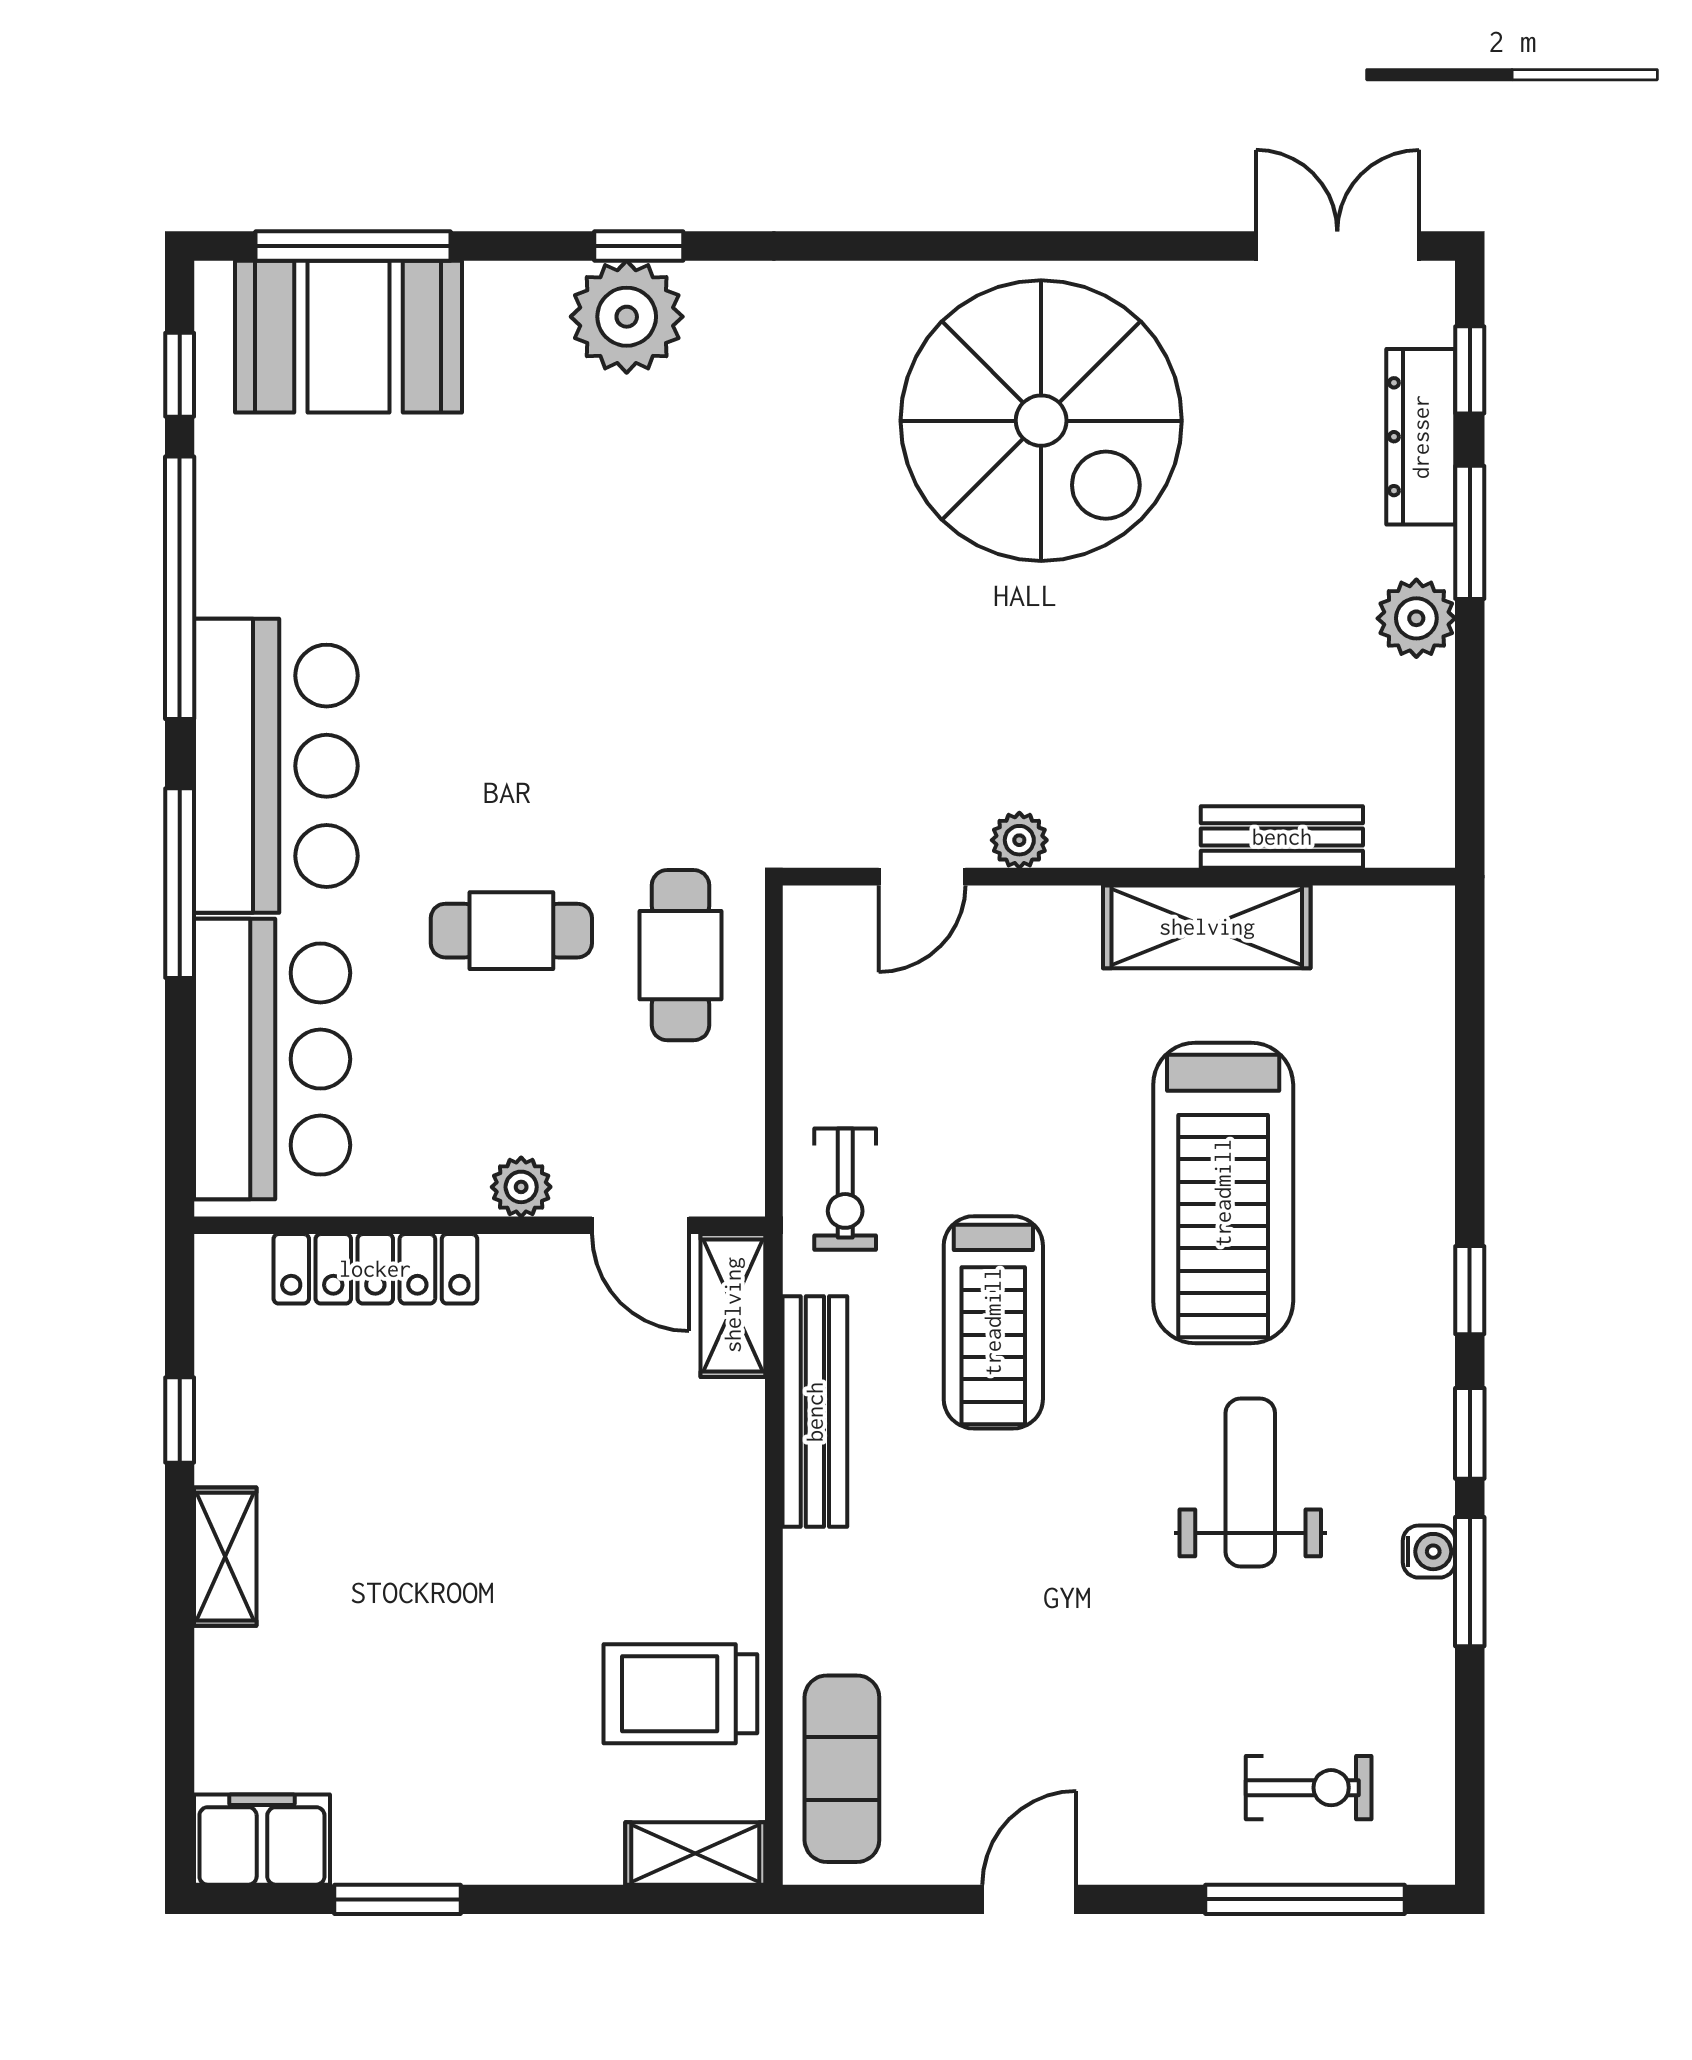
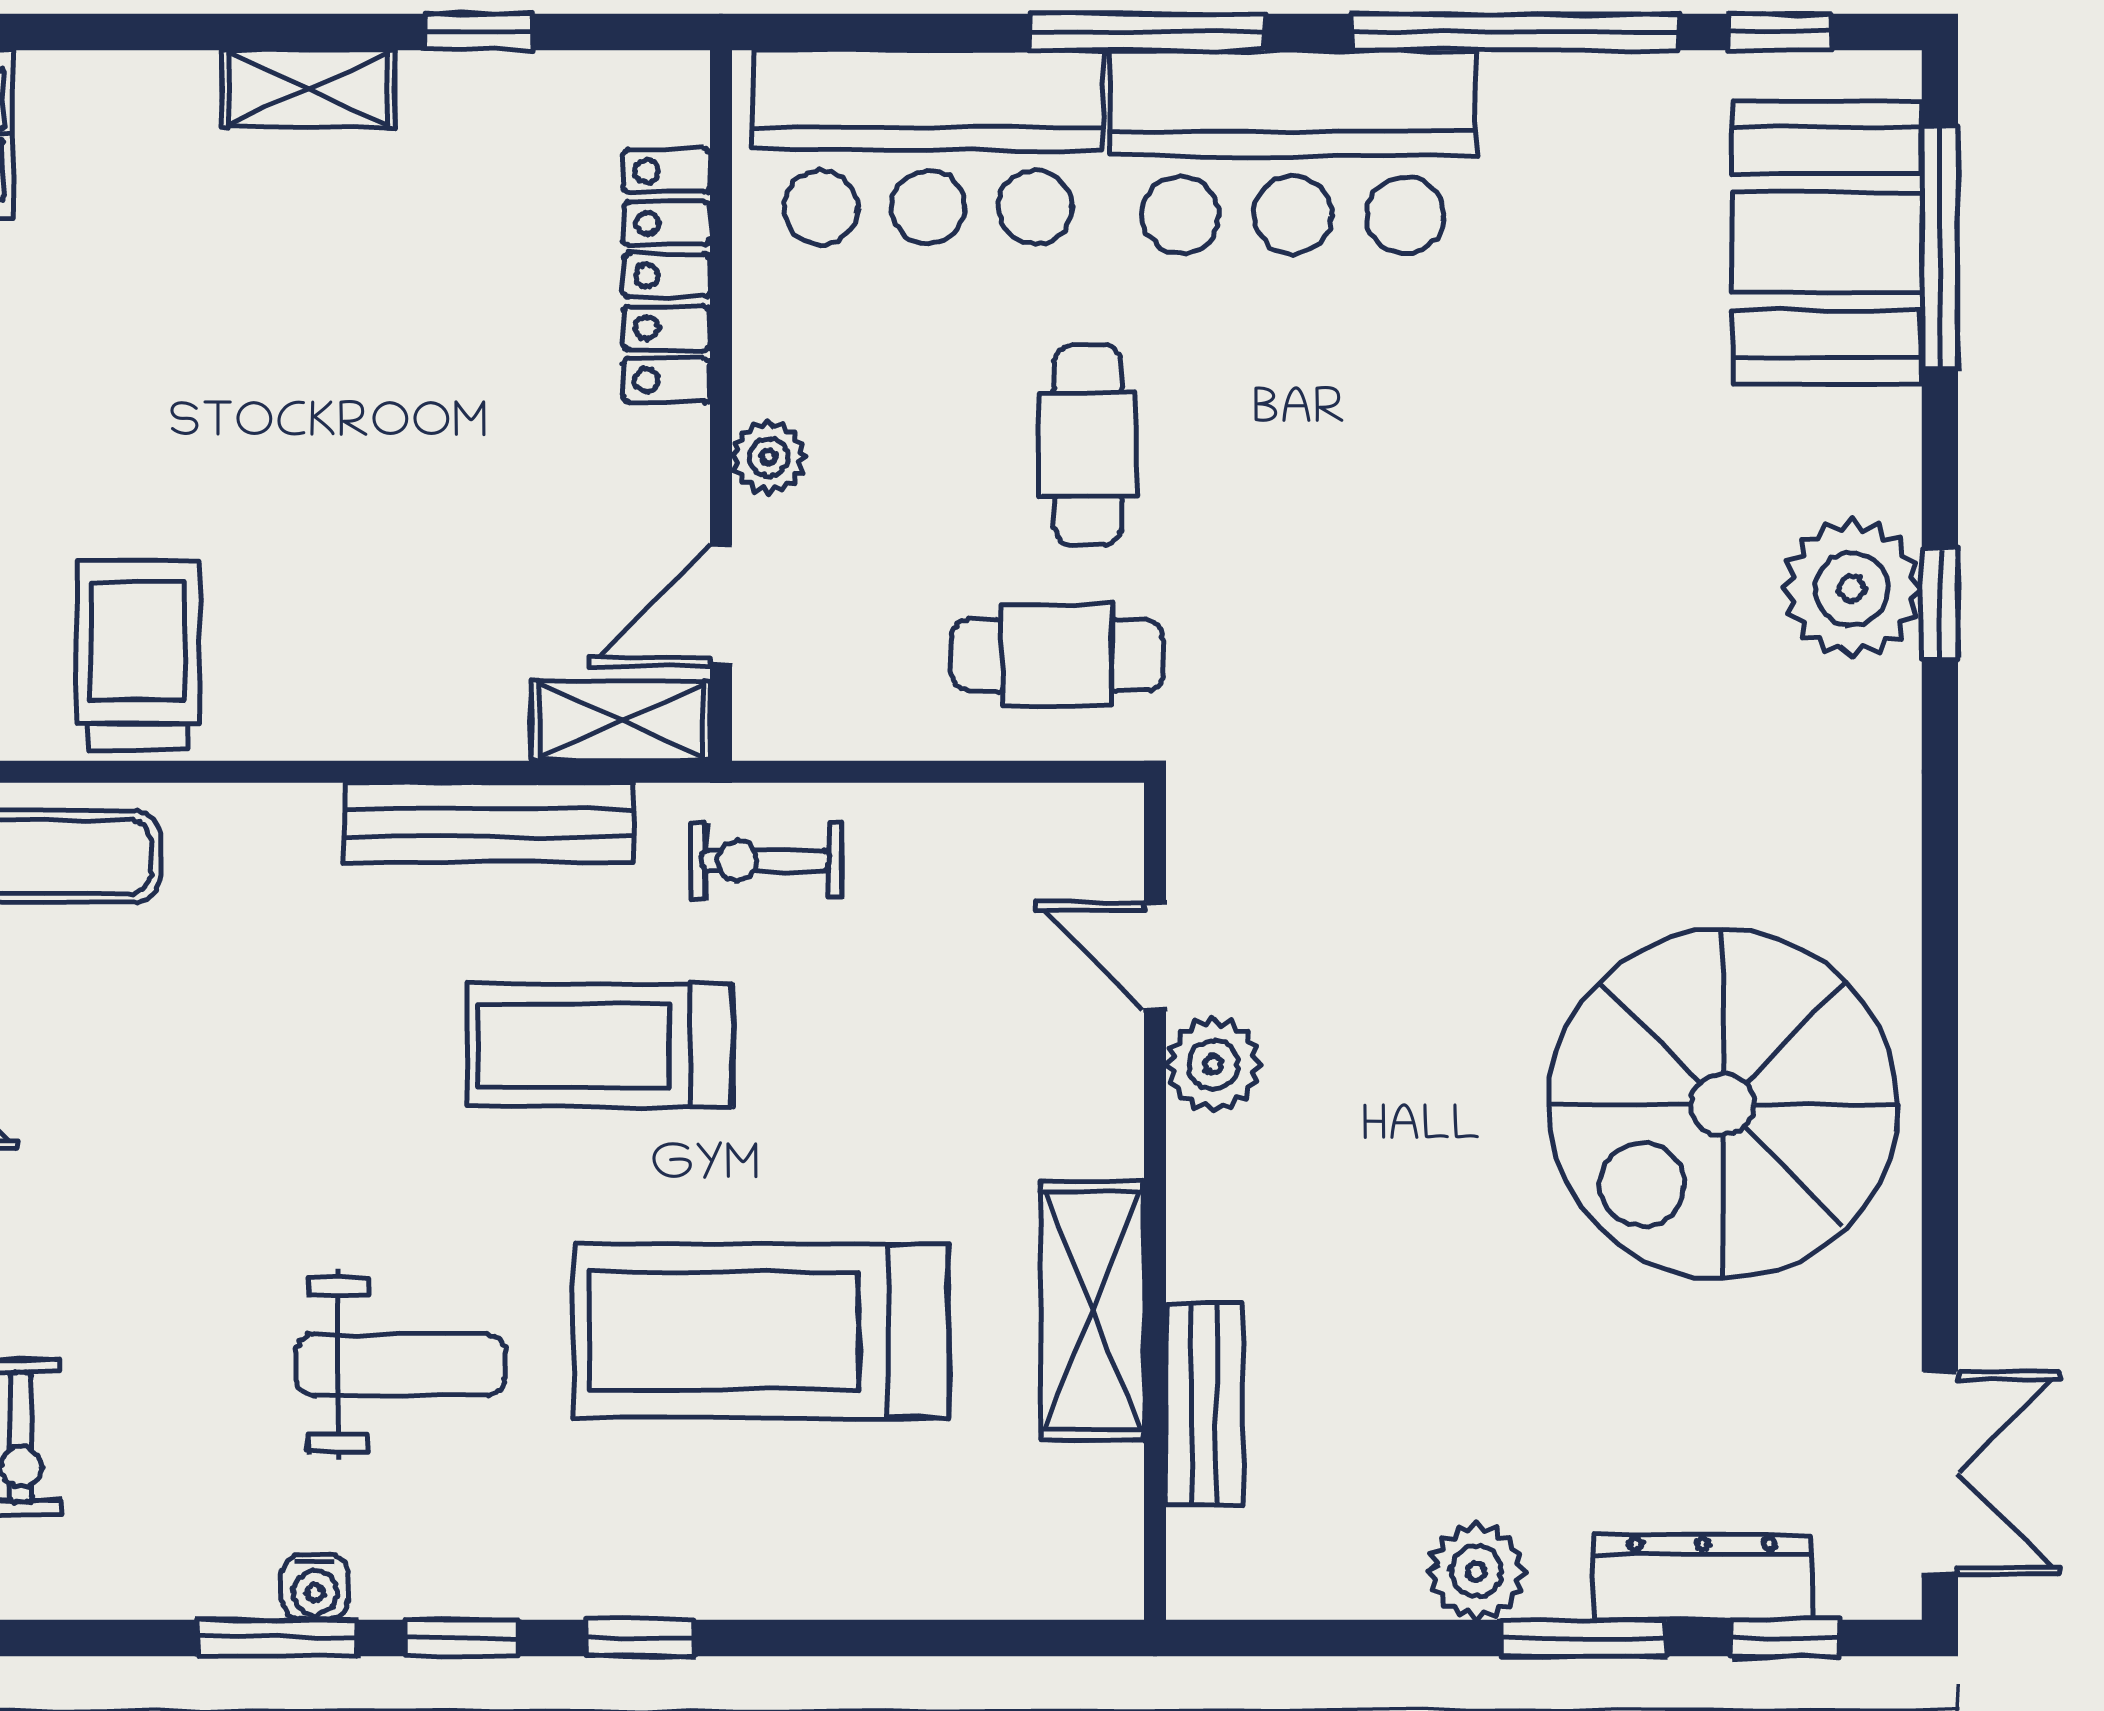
plant: (1019, 840) -> (1213, 1064), width x1.38, depth x1.38

